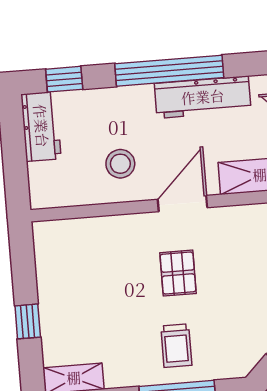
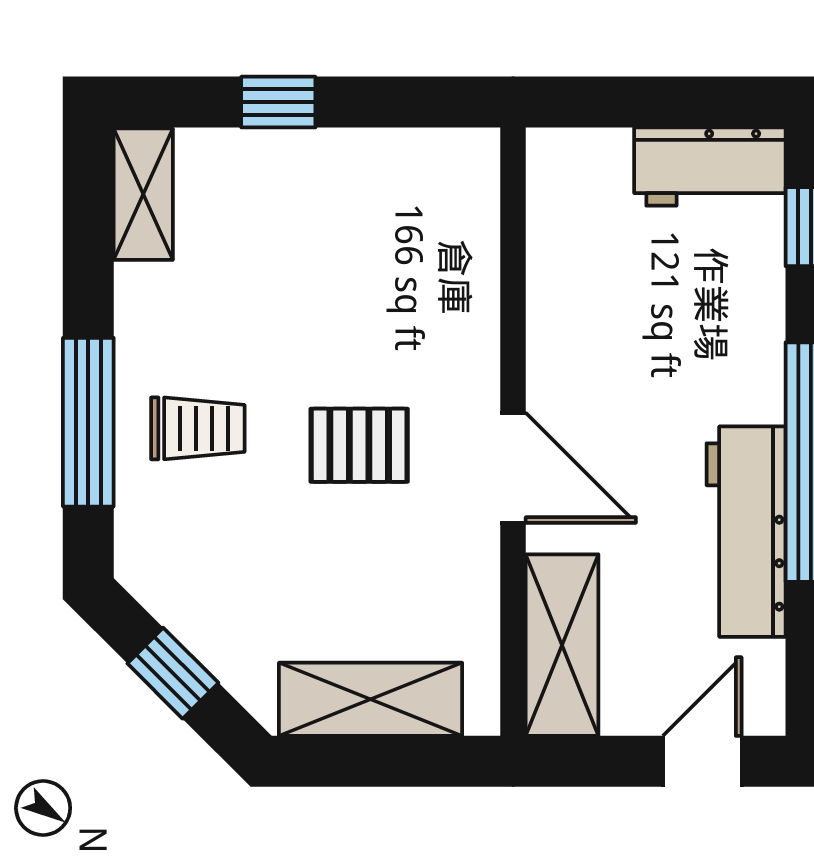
stool: (120, 164) -> (613, 336), removed
trolley: (176, 346) -> (198, 428), turned 180

